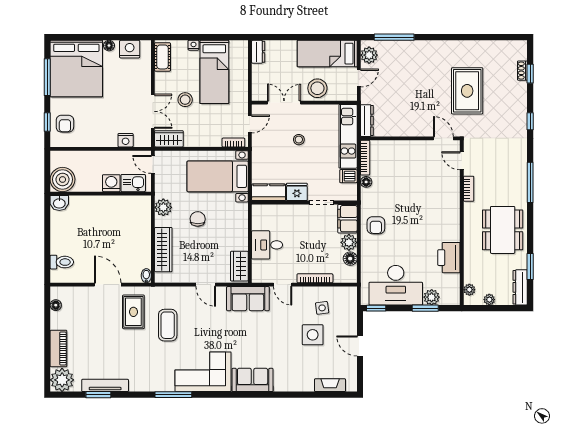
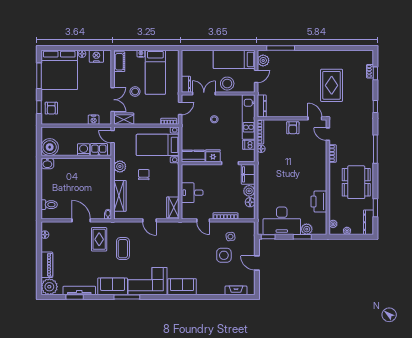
dresser: (258, 52) -> (186, 84), moved
armchair: (376, 225) -> (293, 128), moved
sofa: (248, 299) -> (113, 286), moved, turned 180

